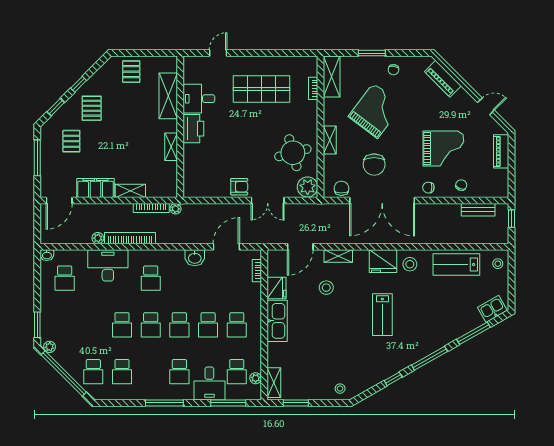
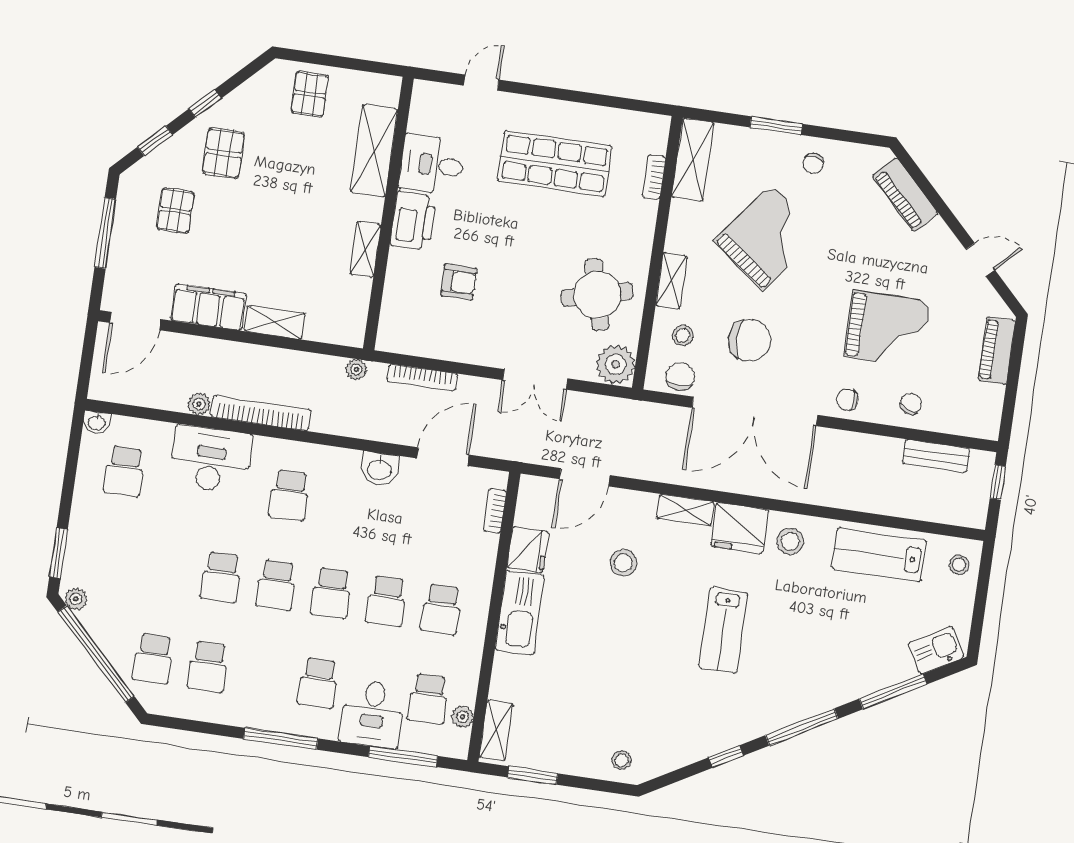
chair: (374, 165) -> (750, 340), turned -90
stool: (340, 167) -> (683, 335), added
armchair: (239, 187) -> (459, 282), moved
bookcase: (151, 208) -> (422, 377), moved
shelving: (338, 256) -> (686, 510), moved

